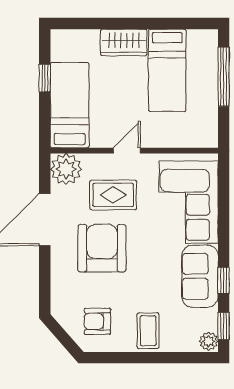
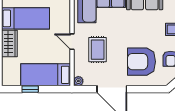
plant: (66, 169) -> (78, 81), width x0.53, depth x0.53
armchair: (102, 248) -> (141, 62), moved

